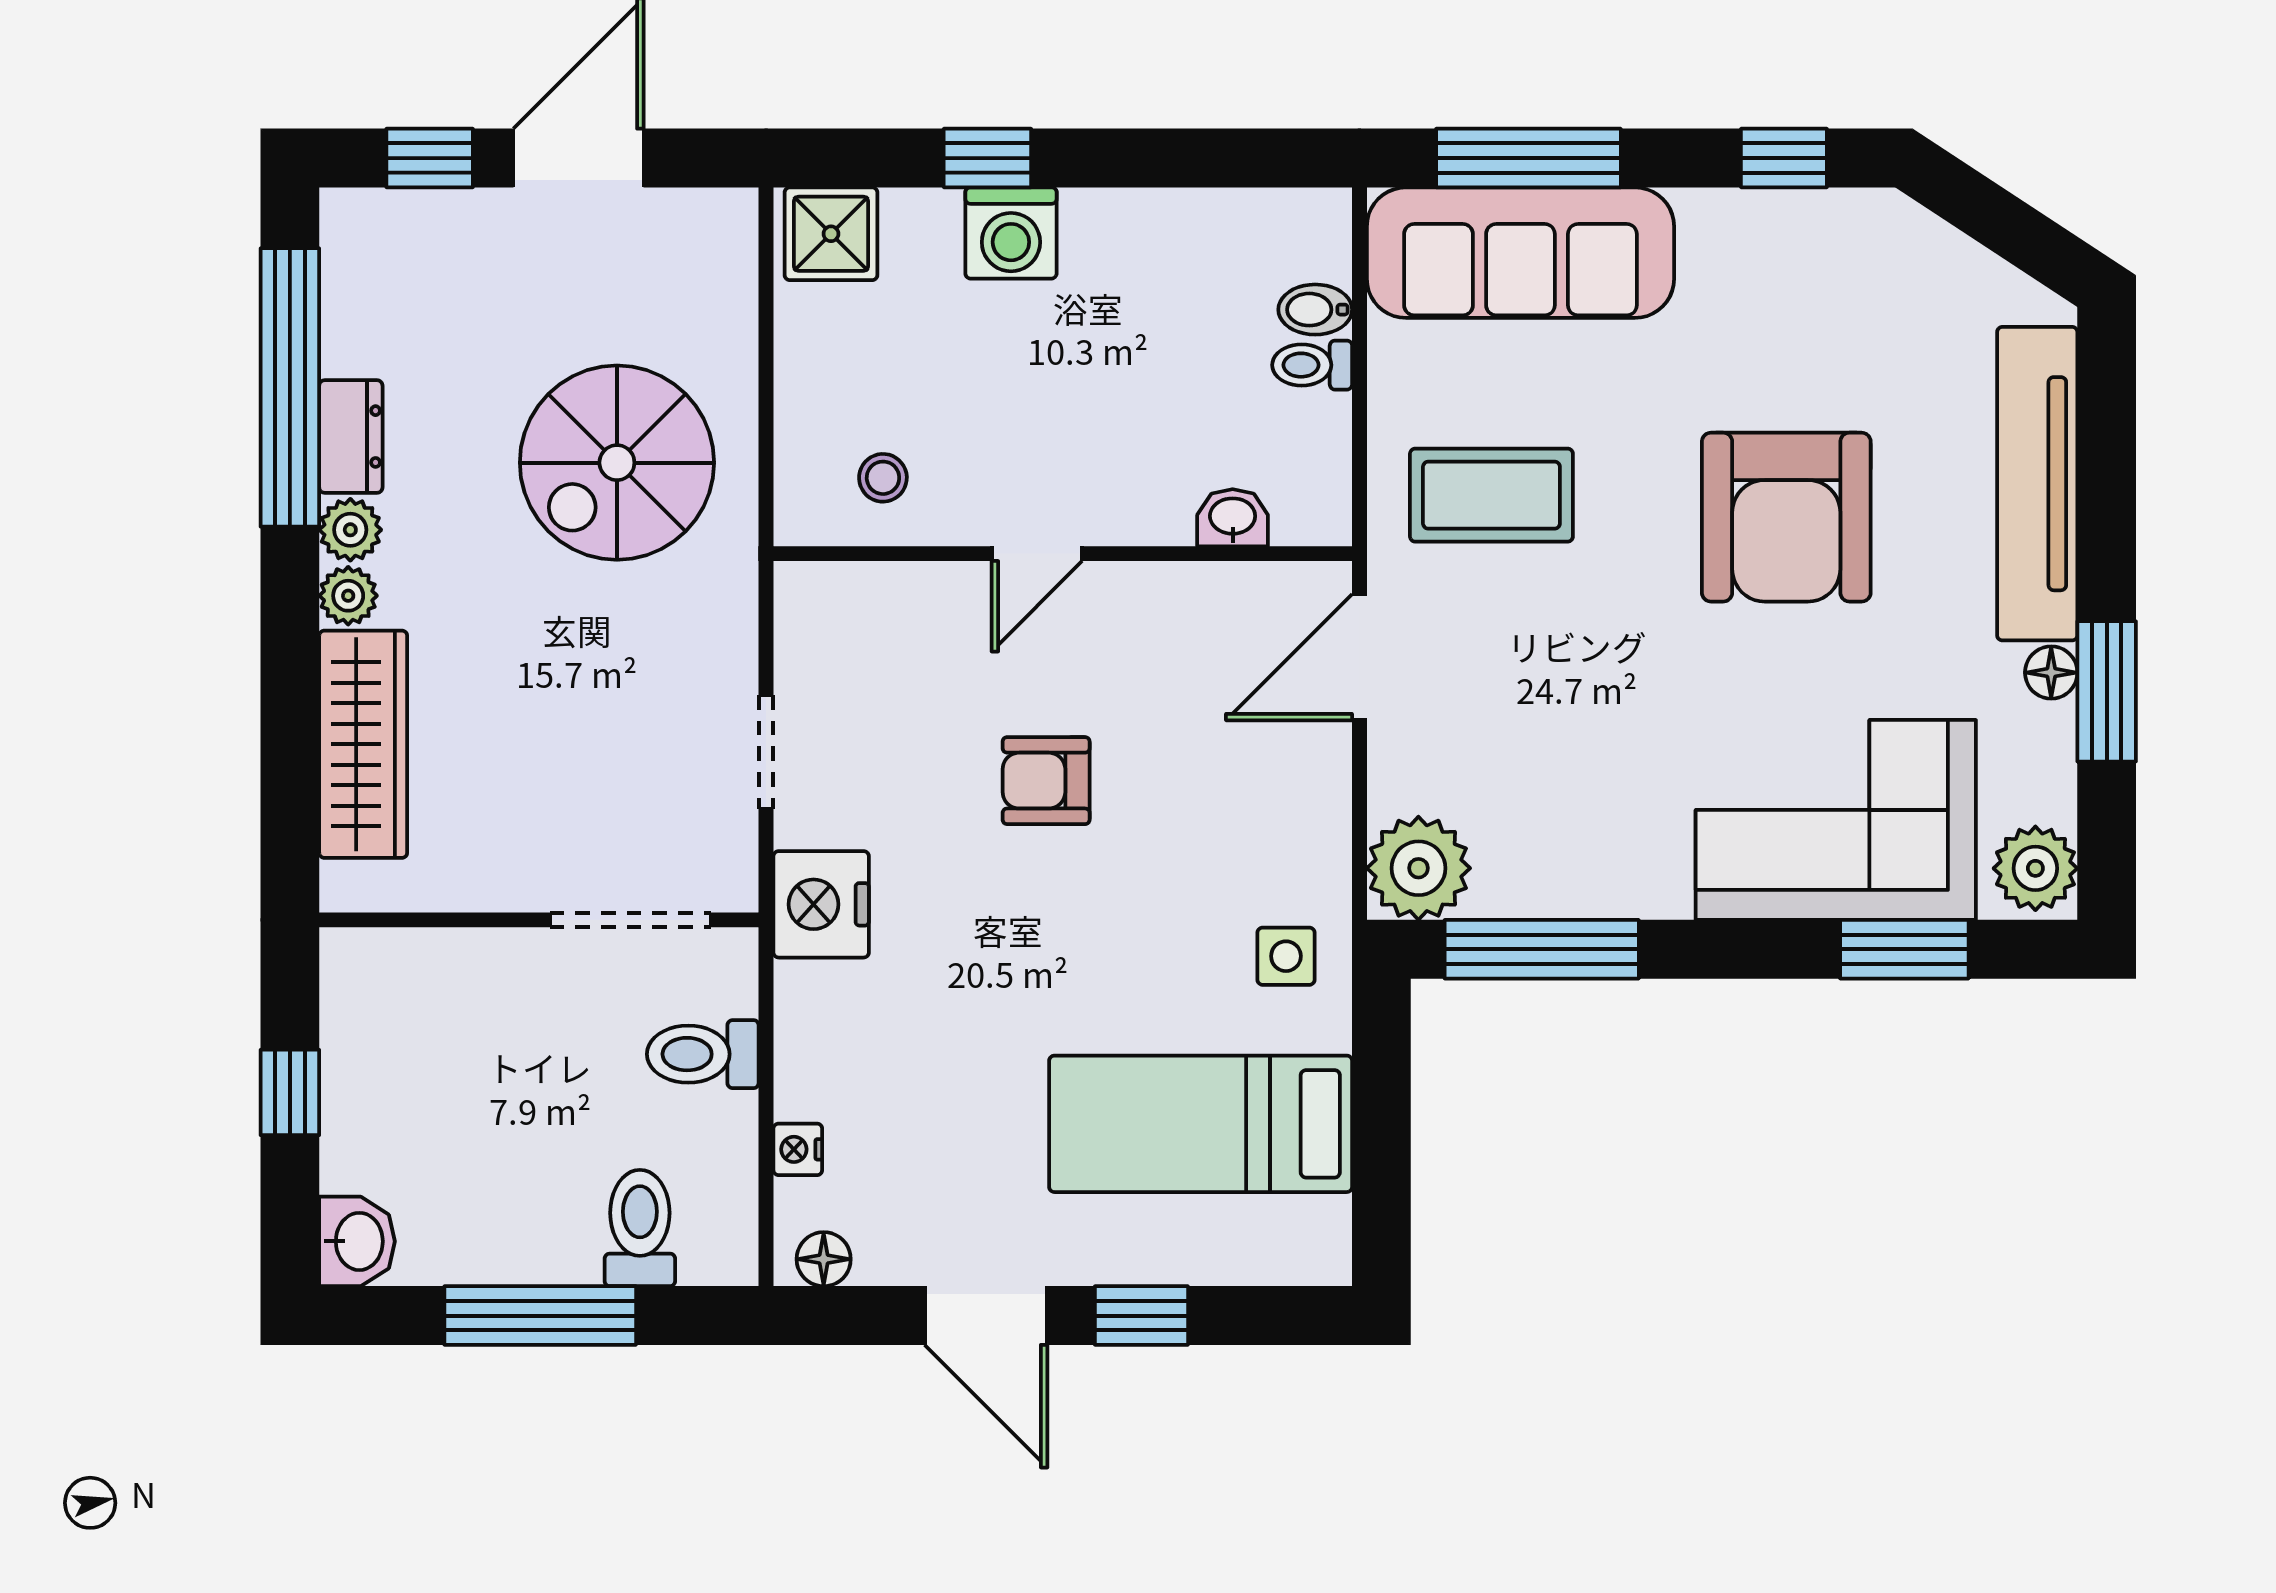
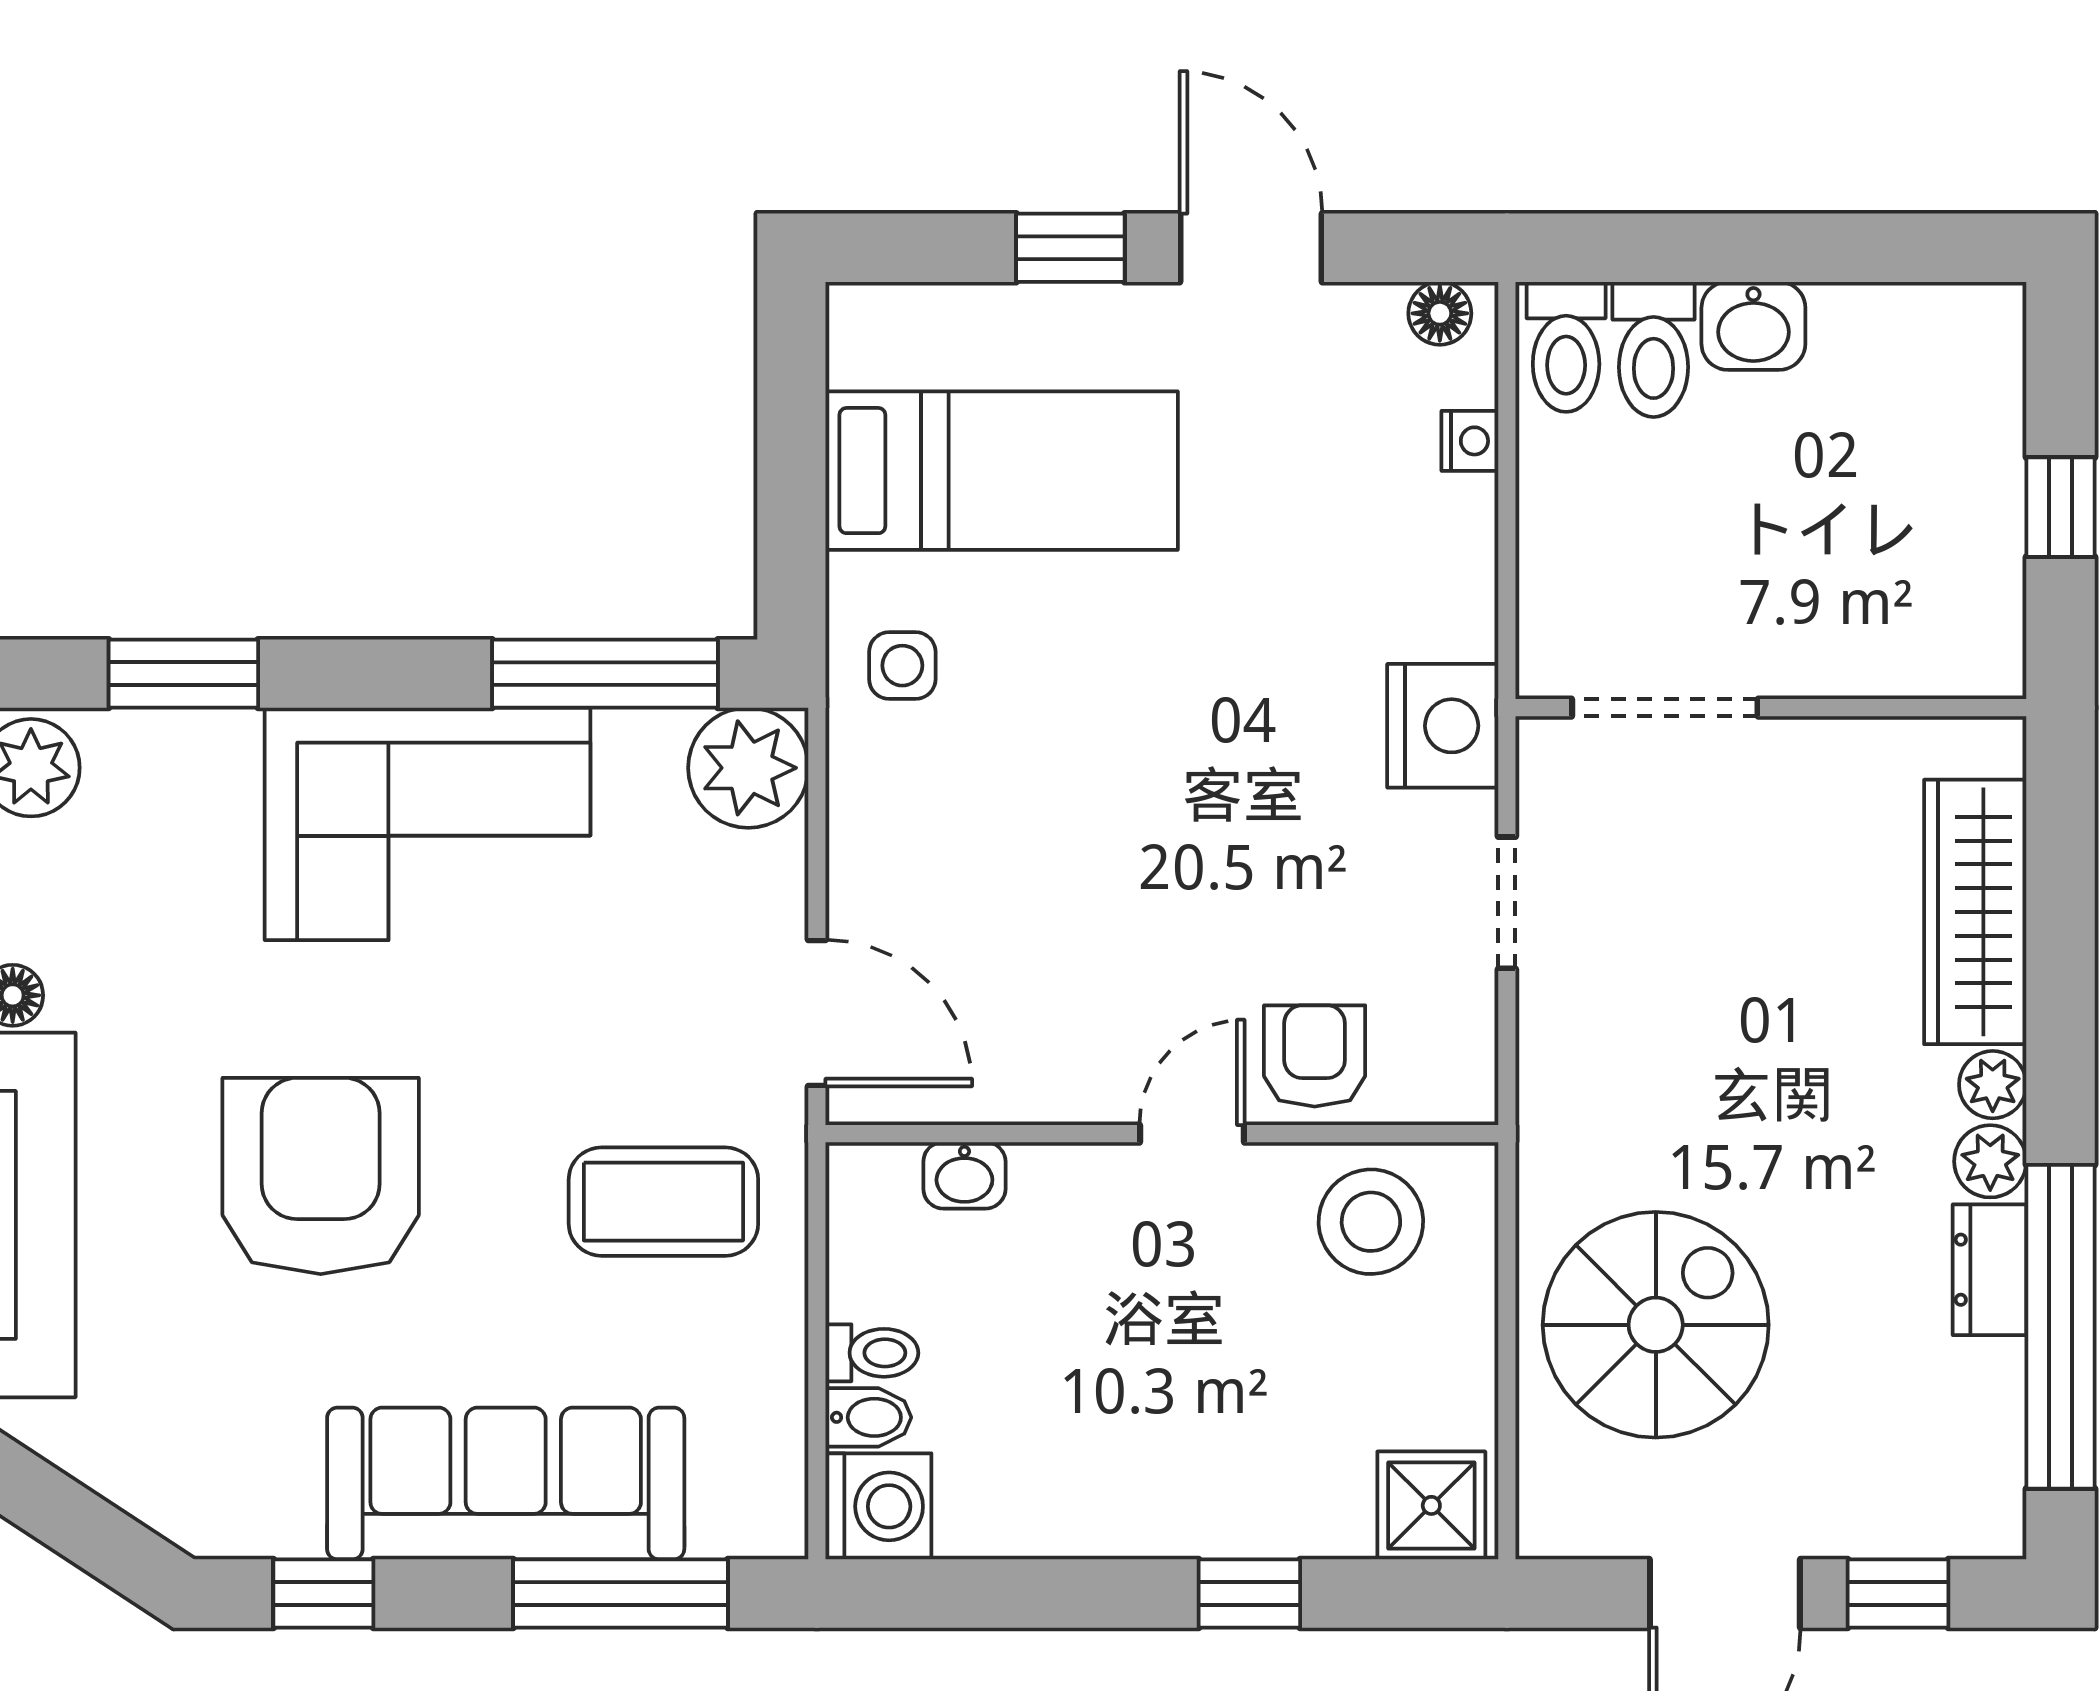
washing machine: (1011, 233) -> (878, 1506), moved, turned 90
sofa: (1520, 253) -> (506, 1484), moved
spiral stairs: (617, 463) -> (1656, 1325), moved
stool: (883, 478) -> (1371, 1222), width x1.89, depth x1.89
door: (1359, 657) -> (817, 1013), hinge flipped
armchair: (1046, 781) -> (1315, 1056), moved, turned -90
corner sofa: (1836, 820) -> (428, 824), moved
toilet: (703, 1054) -> (1566, 347), moved, turned 90
washbasin: (357, 1241) -> (1753, 326), moved, turned -90
window: (540, 1316) -> (1769, 248), removed

